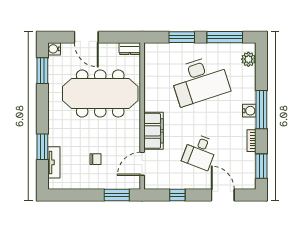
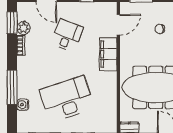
plant: (248, 59) -> (24, 28), moved
window: (261, 110) -> (12, 87), moved
water cooler: (249, 111) -> (23, 105), moved

